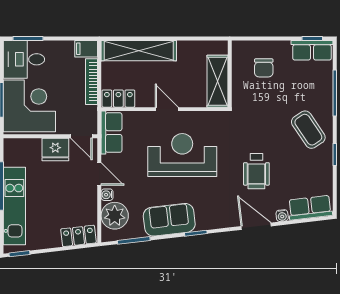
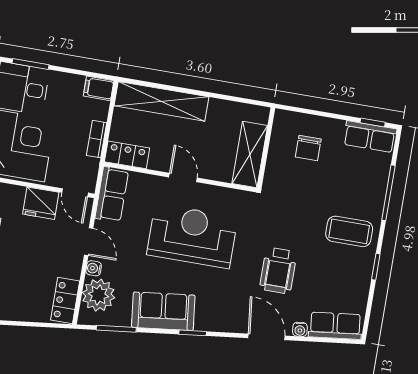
bookcase: (92, 82) -> (97, 139), width x0.64
coffee table: (308, 130) -> (349, 231), turned -56
locker: (78, 236) -> (65, 301), moved, turned -83

